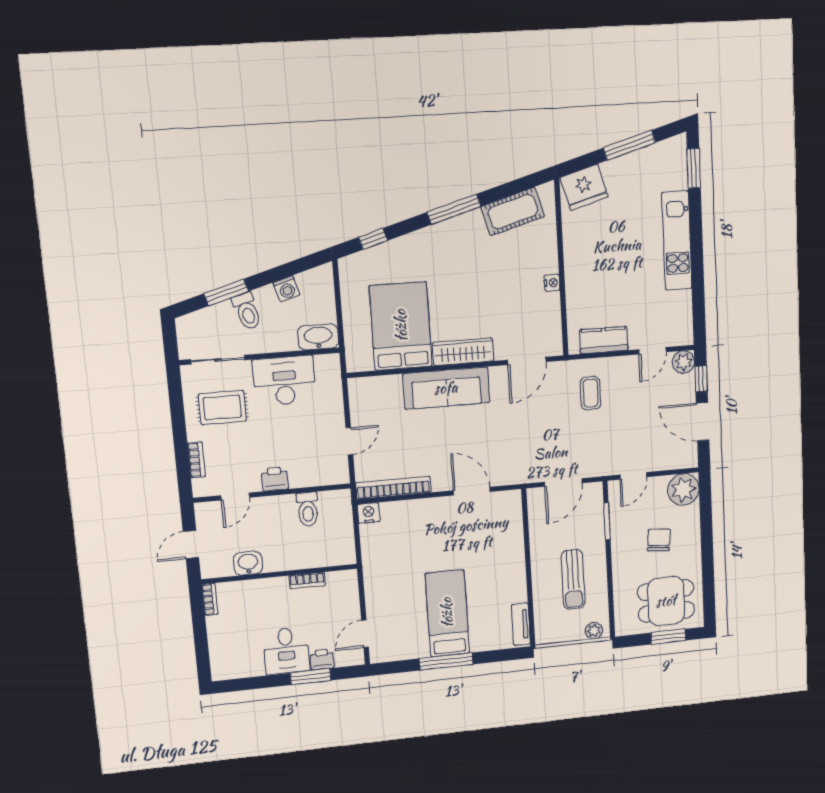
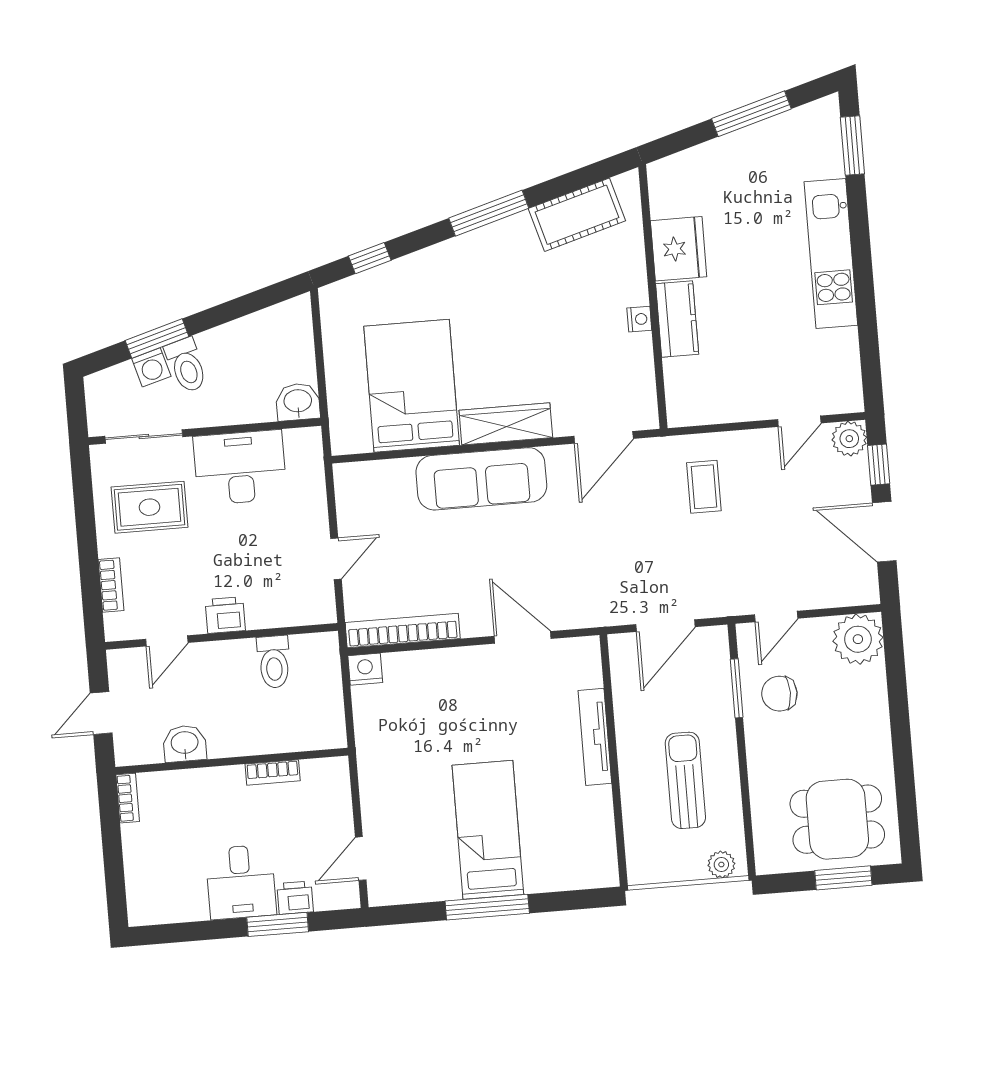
fridge: (584, 187) -> (679, 249), moved, turned -74
washing machine: (287, 289) -> (151, 367), moved
washbasin: (318, 337) -> (298, 402), width x0.72
kitchen counter: (604, 340) -> (677, 319), moved, turned 90
chair: (659, 540) -> (779, 694), moved, turned -95
sun lounger: (573, 579) -> (685, 780), turned 180
tv unit: (521, 624) -> (595, 737), moved, width x1.41

